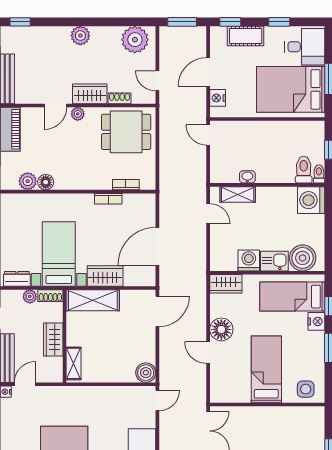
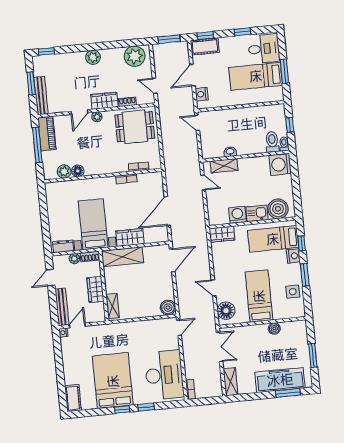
cot: (246, 36) -> (205, 46), moved
bed: (291, 89) -> (256, 76), width x0.67
floor lamp: (221, 329) -> (226, 311), moved
side table: (306, 389) -> (293, 292), moved
boiler: (282, 414) -> (274, 328), added

